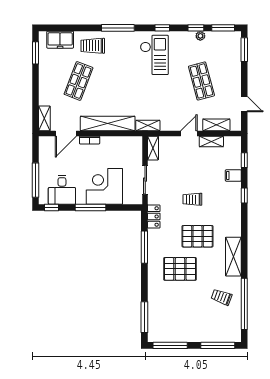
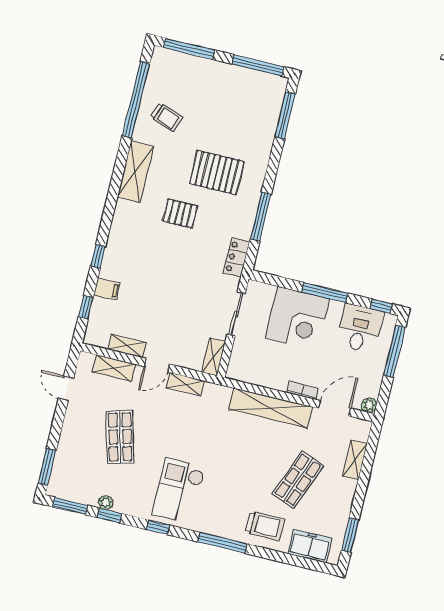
shelving: (44, 118) -> (355, 460), moved
shelving: (148, 126) -> (185, 384), moved
plant: (44, 141) -> (369, 405), added
trolley: (192, 199) -> (174, 269), removed
pallet: (197, 236) -> (180, 214), width x0.67, depth x0.71

